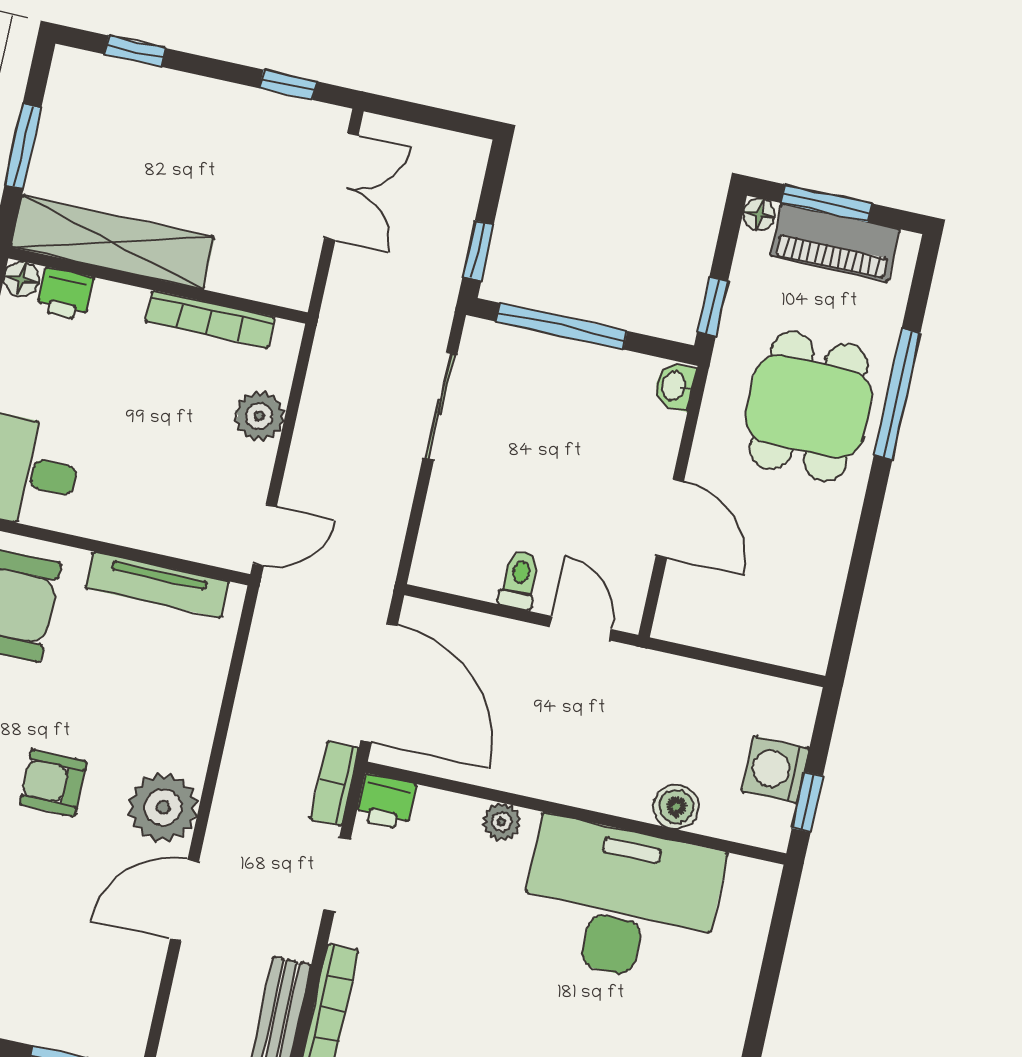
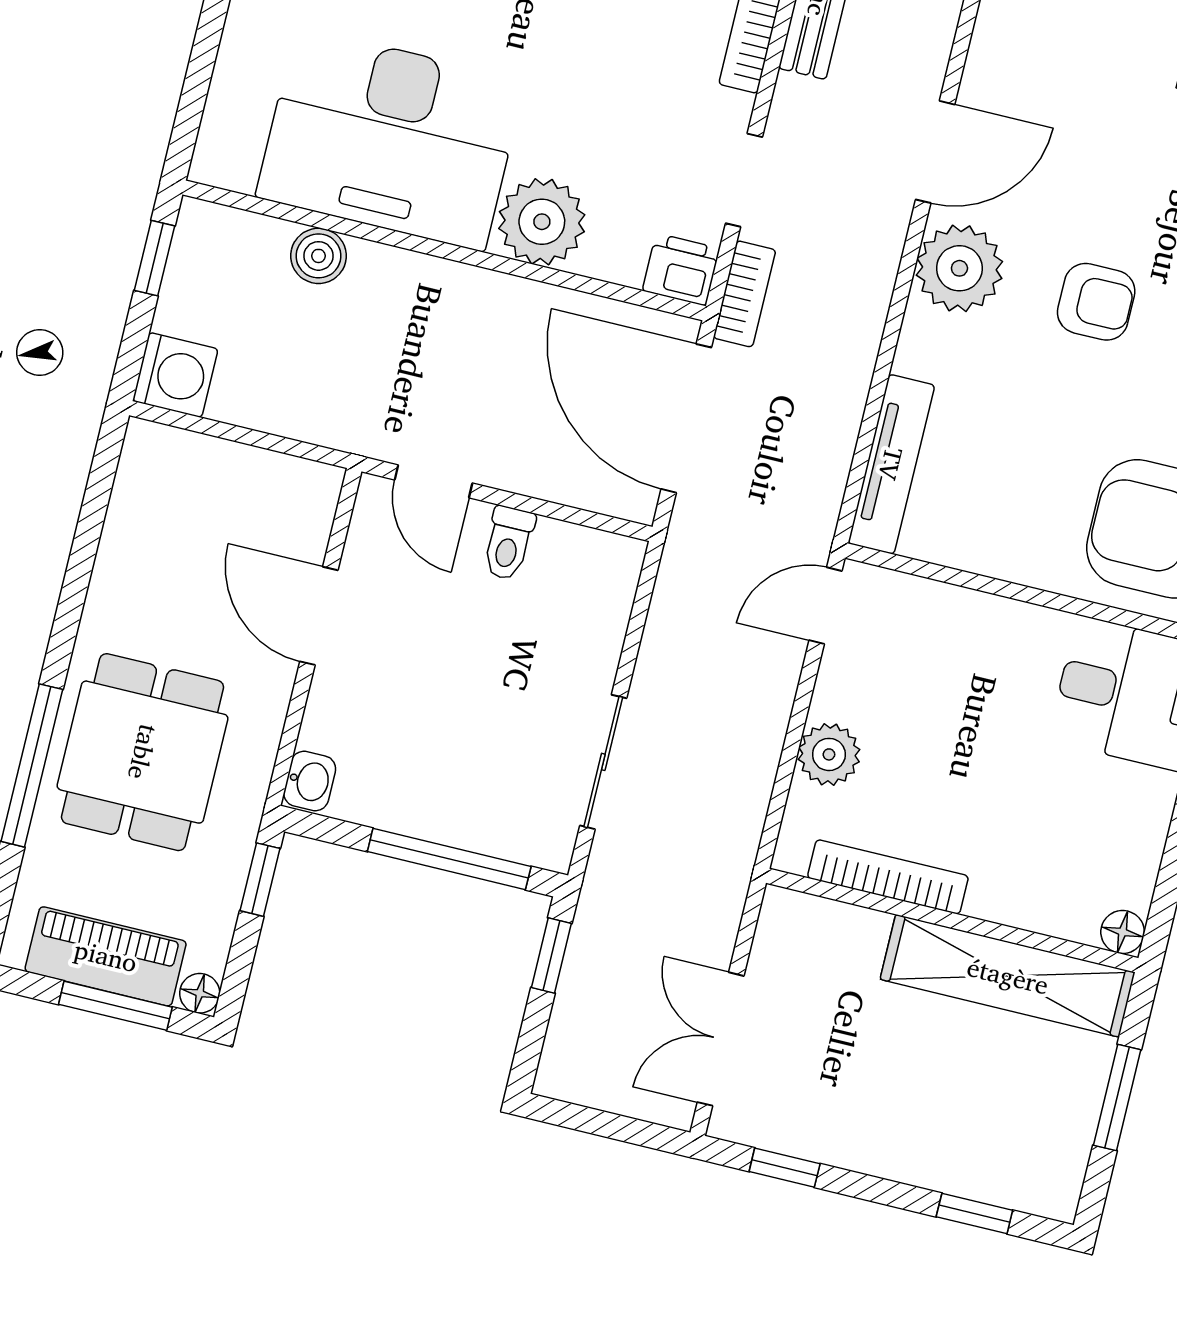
printer: (65, 294) -> (1068, 912), removed
tv unit: (157, 585) -> (891, 464), moved, turned 90
washing machine: (776, 770) -> (175, 375), moved
plant: (502, 822) -> (542, 222), width x1.87, depth x1.87

